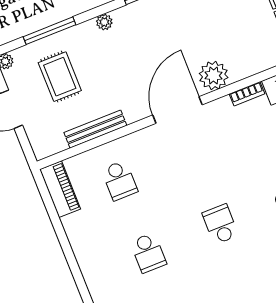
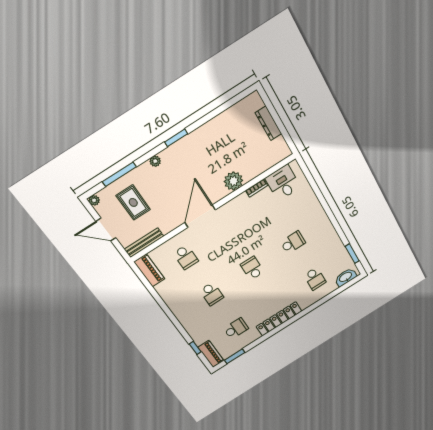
door: (178, 110) -> (200, 216), moved
bench: (95, 129) -> (144, 243), moved

